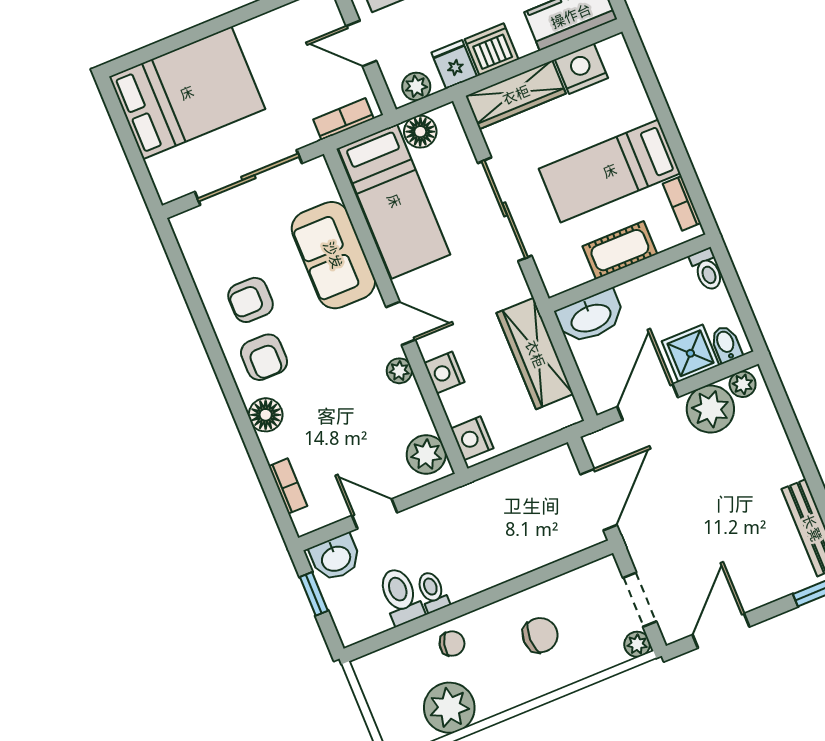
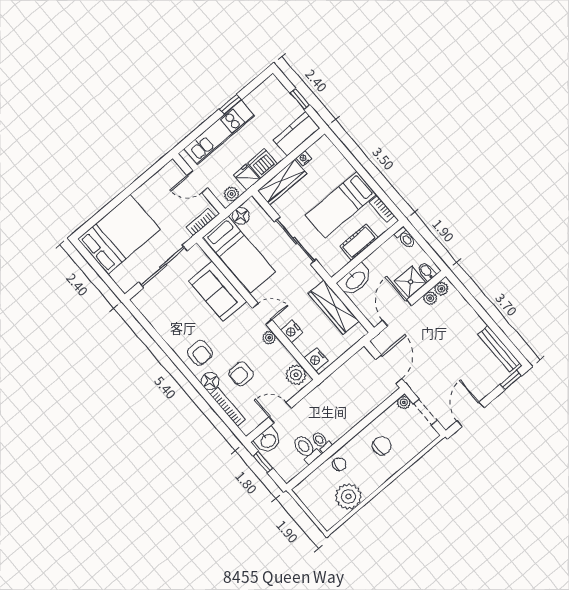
nightstand: (581, 69) -> (304, 159), width x0.53, depth x0.56
armchair: (251, 300) -> (241, 374), moved
plant: (710, 409) -> (430, 298), width x0.53, depth x0.53
bookcase: (288, 486) -> (228, 407), width x1.56
plant: (637, 644) -> (404, 402), moved

